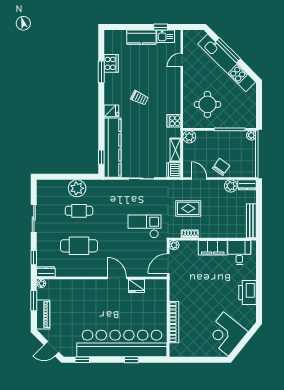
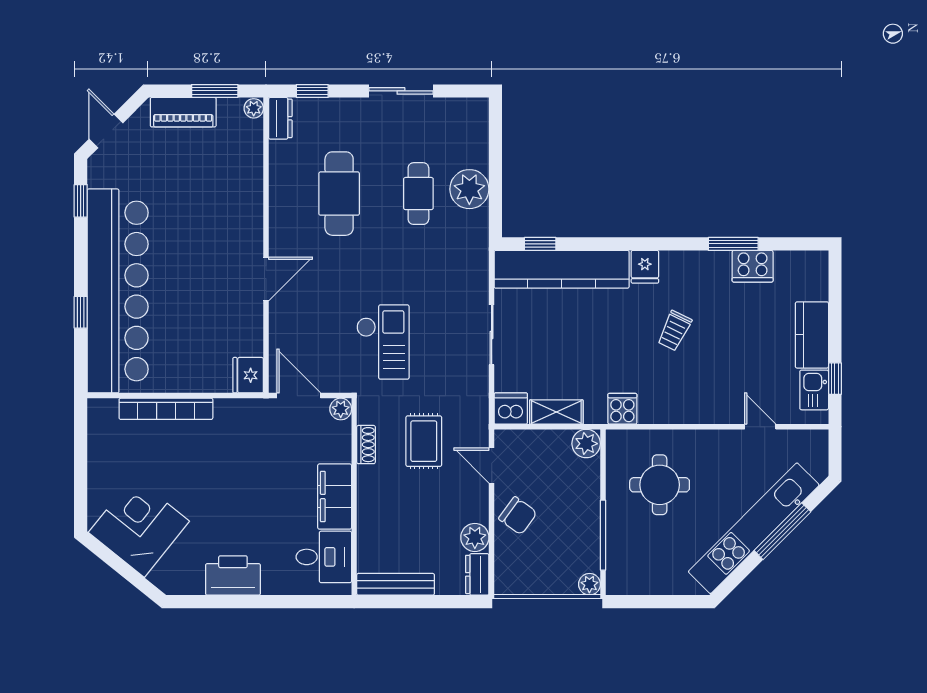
door: (199, 179) -> (492, 466), swing flipped
fridge: (136, 286) -> (248, 375), moved

